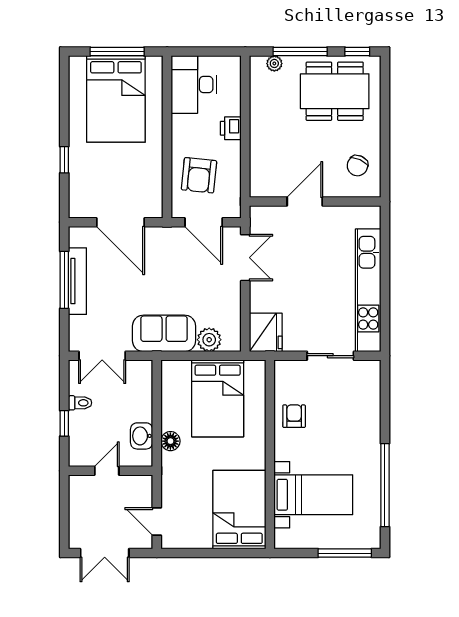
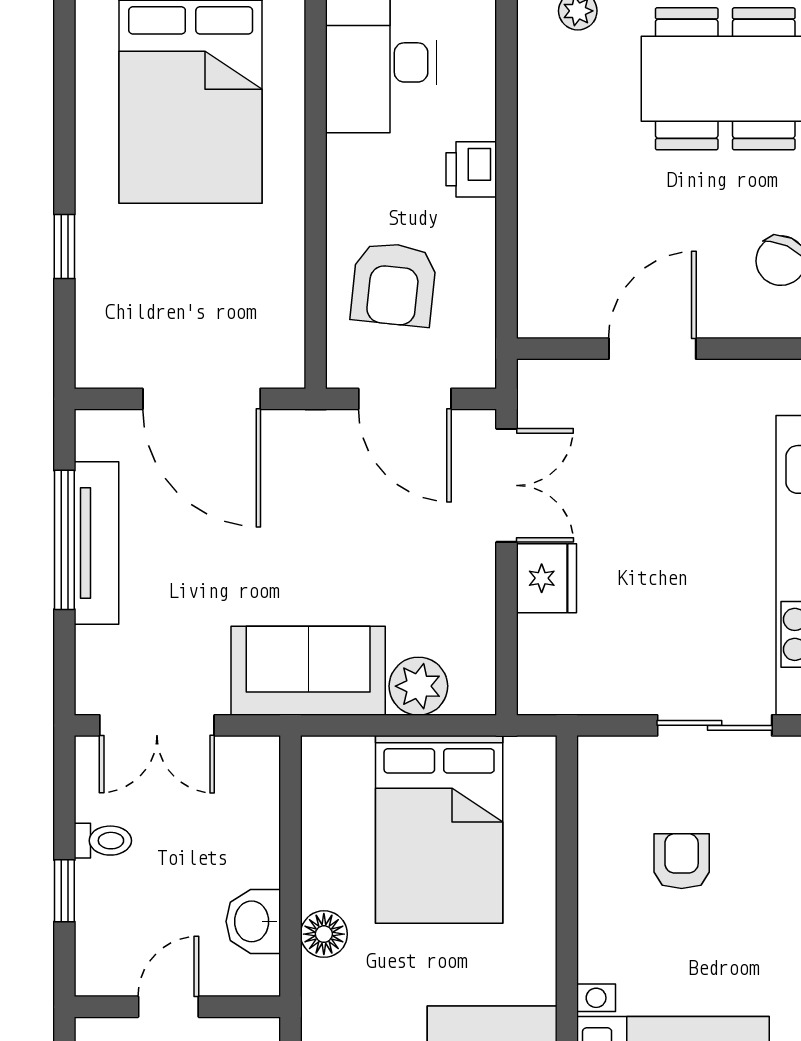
fridge: (266, 332) -> (546, 578), moved, width x0.73, depth x0.75
armchair: (294, 416) -> (682, 861), moved

